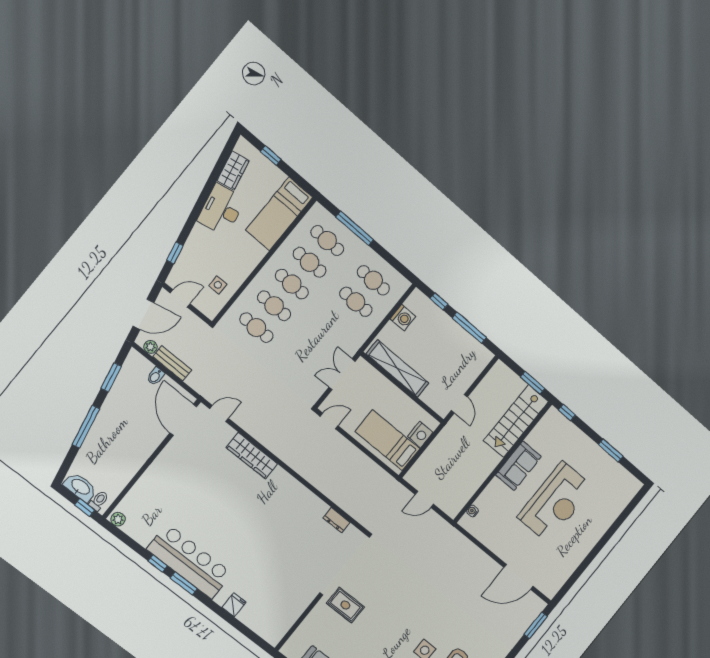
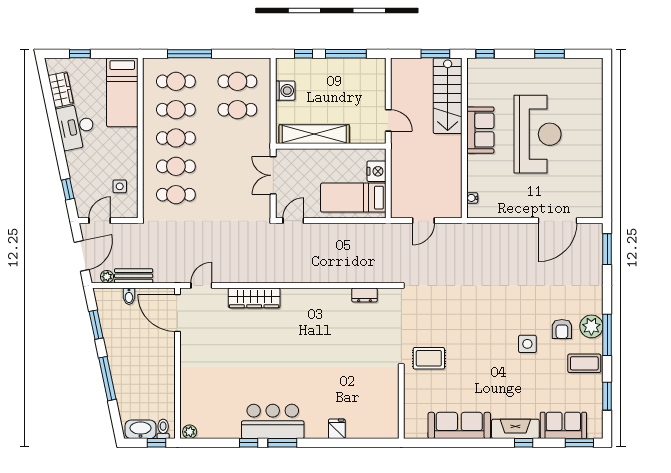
bar counter: (190, 561) -> (273, 421), width x0.73

